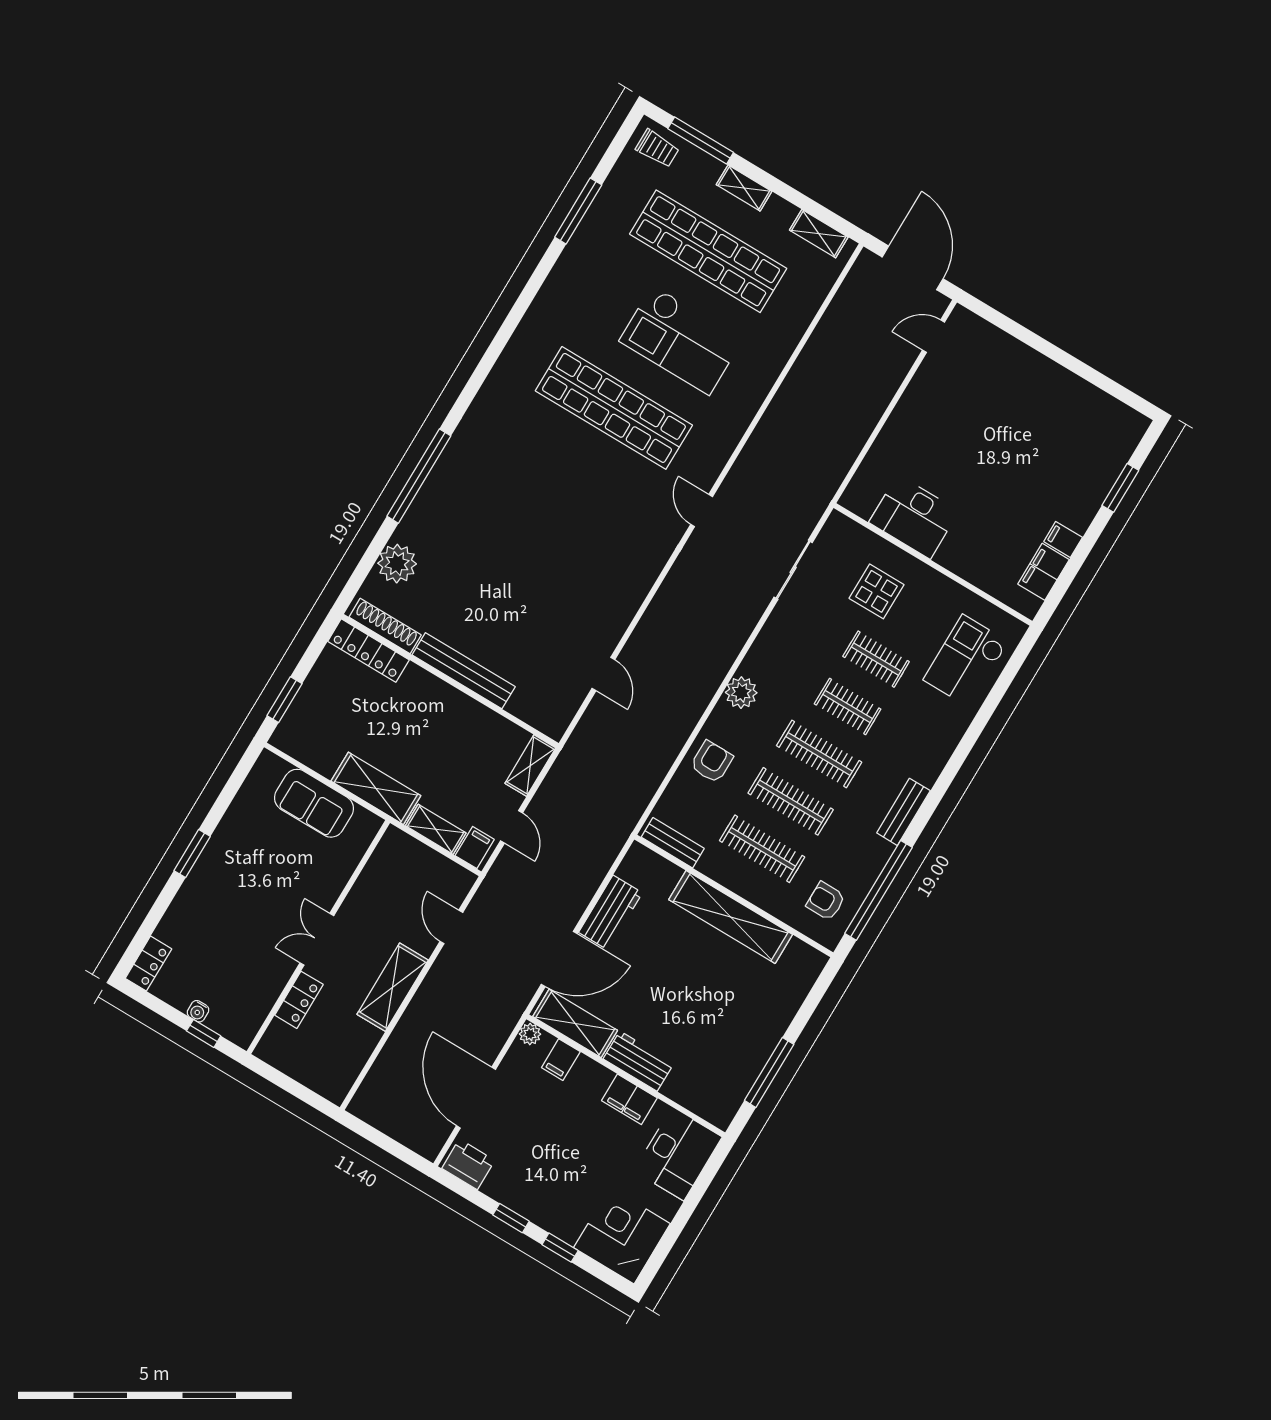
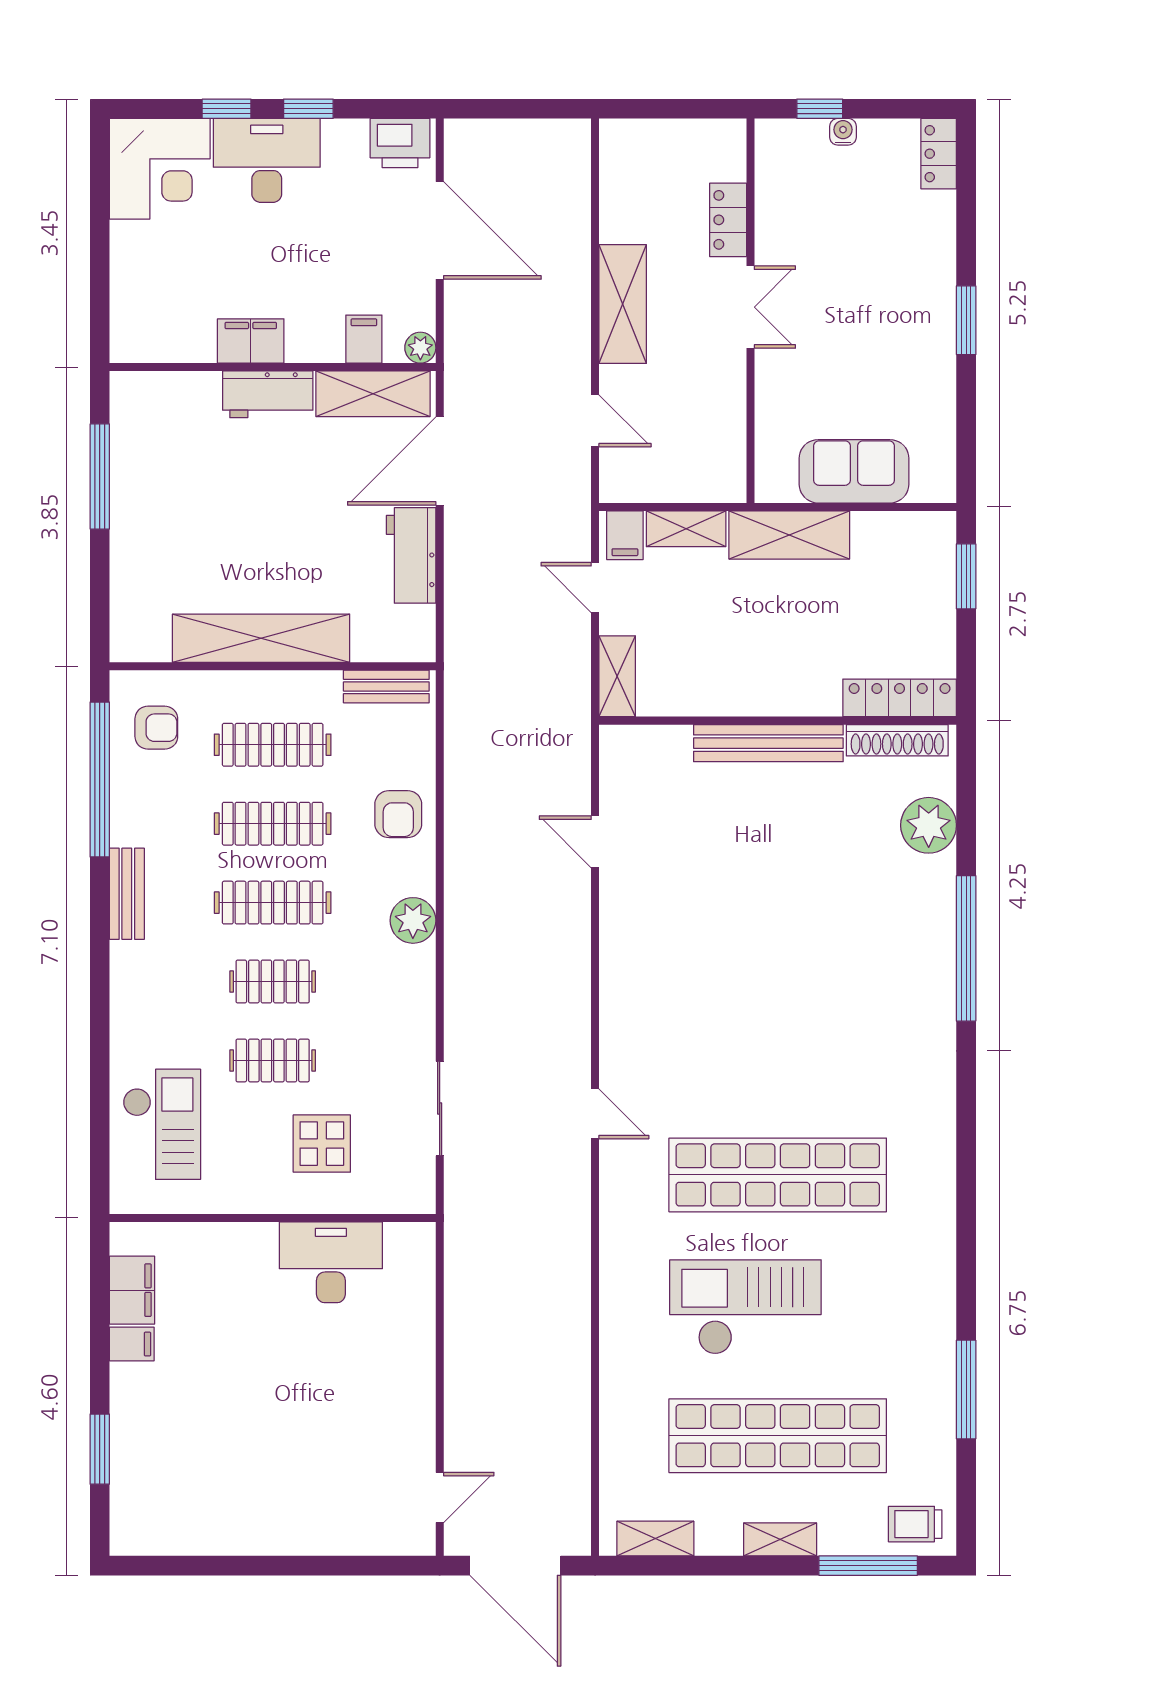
desk: (678, 1154) -> (267, 160), moved, turned 90

